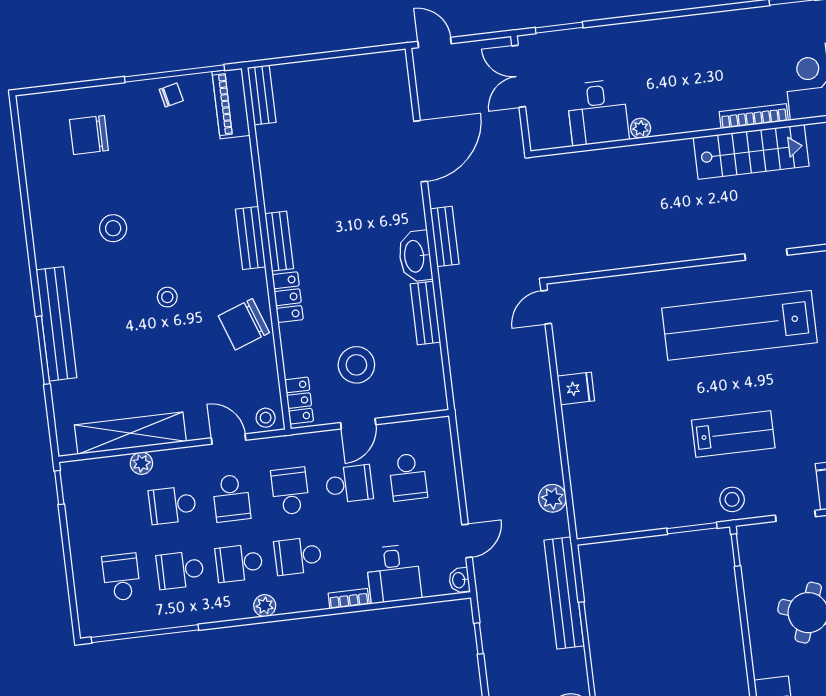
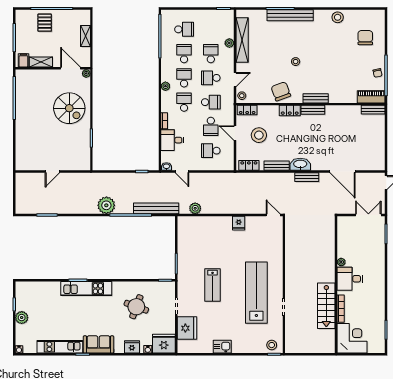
desk: (598, 112) -> (350, 279), moved
stool: (113, 228) -> (338, 17), moved
locker: (433, 380) -> (249, 165), added
stool: (732, 499) -> (186, 281), removed

